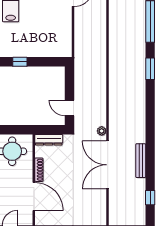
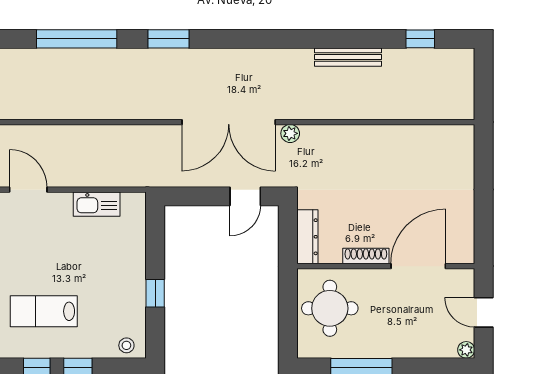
kitchen sink: (66, 32) -> (97, 204), added
double door: (108, 165) -> (229, 122), moved

